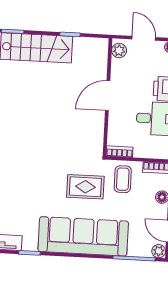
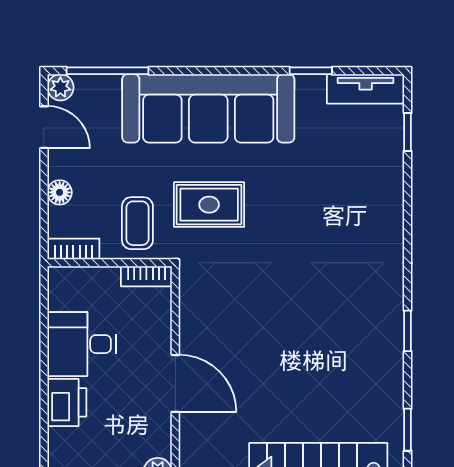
door: (108, 96) -> (175, 383), hinge flipped

